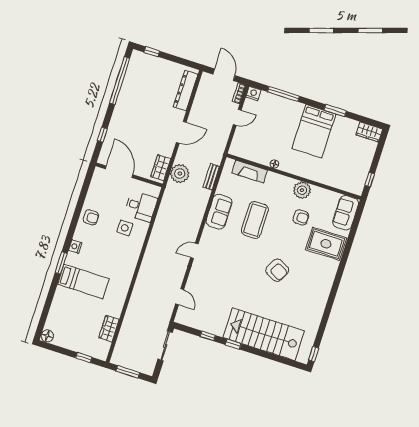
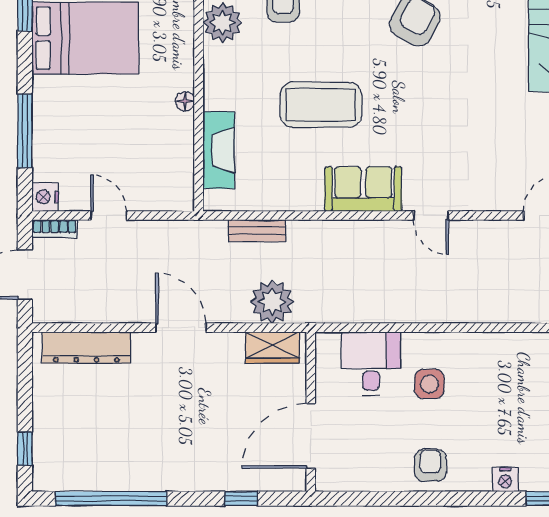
sofa: (219, 212) -> (363, 189), moved

